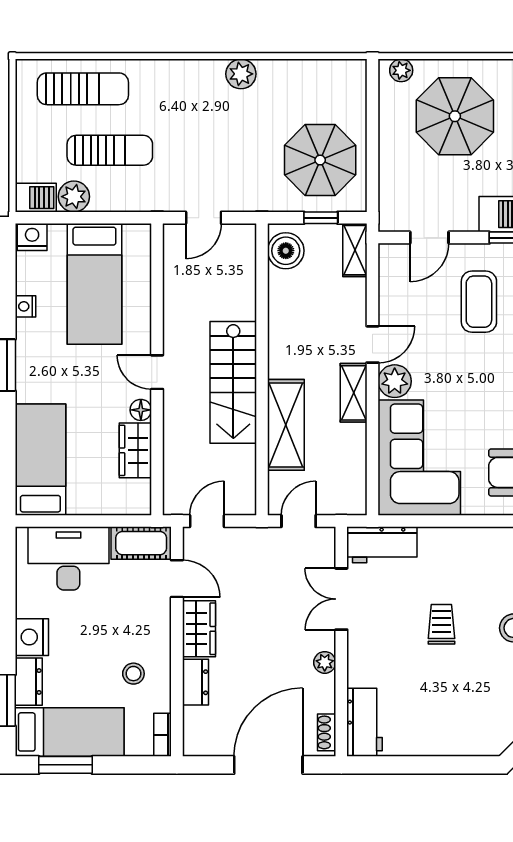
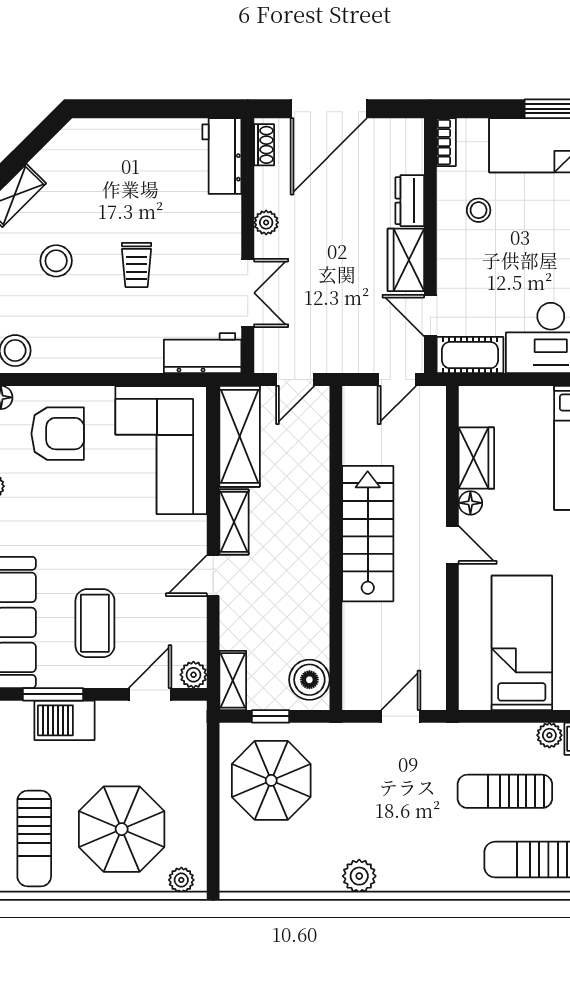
plant: (74, 197) -> (549, 735), width x0.73, depth x0.73
plant: (395, 381) -> (193, 675), moved, width x0.73, depth x0.73
shelving: (286, 425) -> (240, 436), moved

